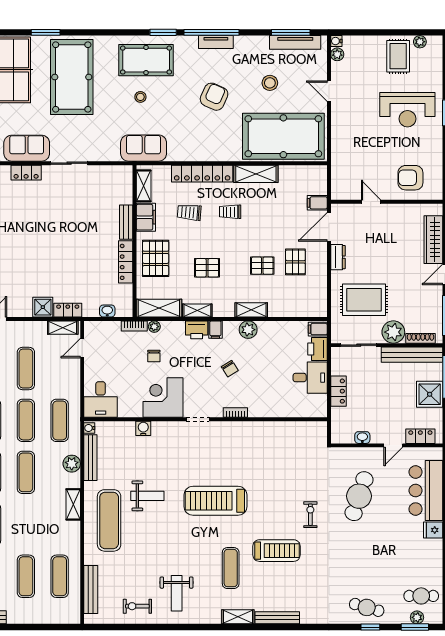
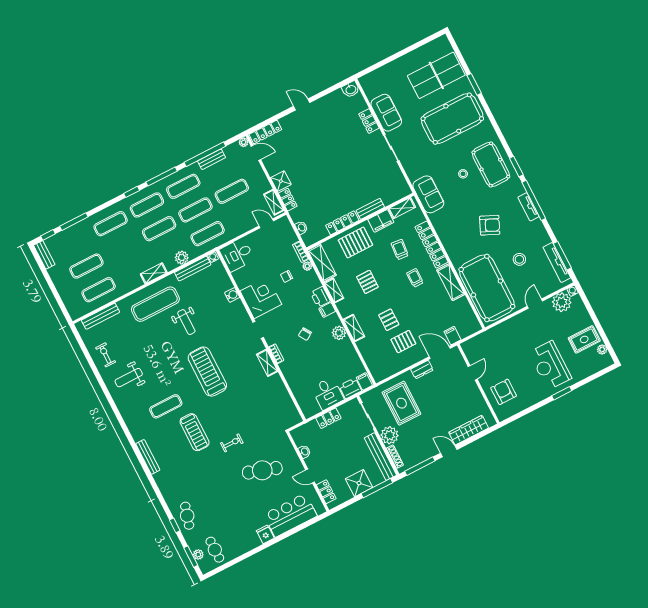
plant: (337, 54) -> (562, 302), width x1.87, depth x1.87
shelving: (238, 617) -> (267, 363), moved

